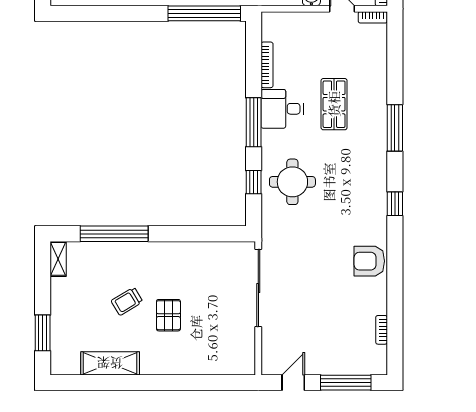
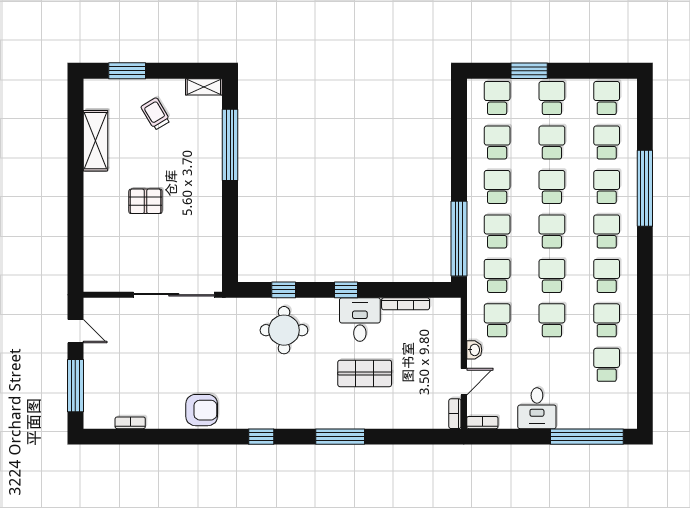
window: (254, 122) -> (346, 290), width x0.46
armchair: (369, 261) -> (202, 410), turned 90
trolley: (127, 301) -> (156, 114), moved

